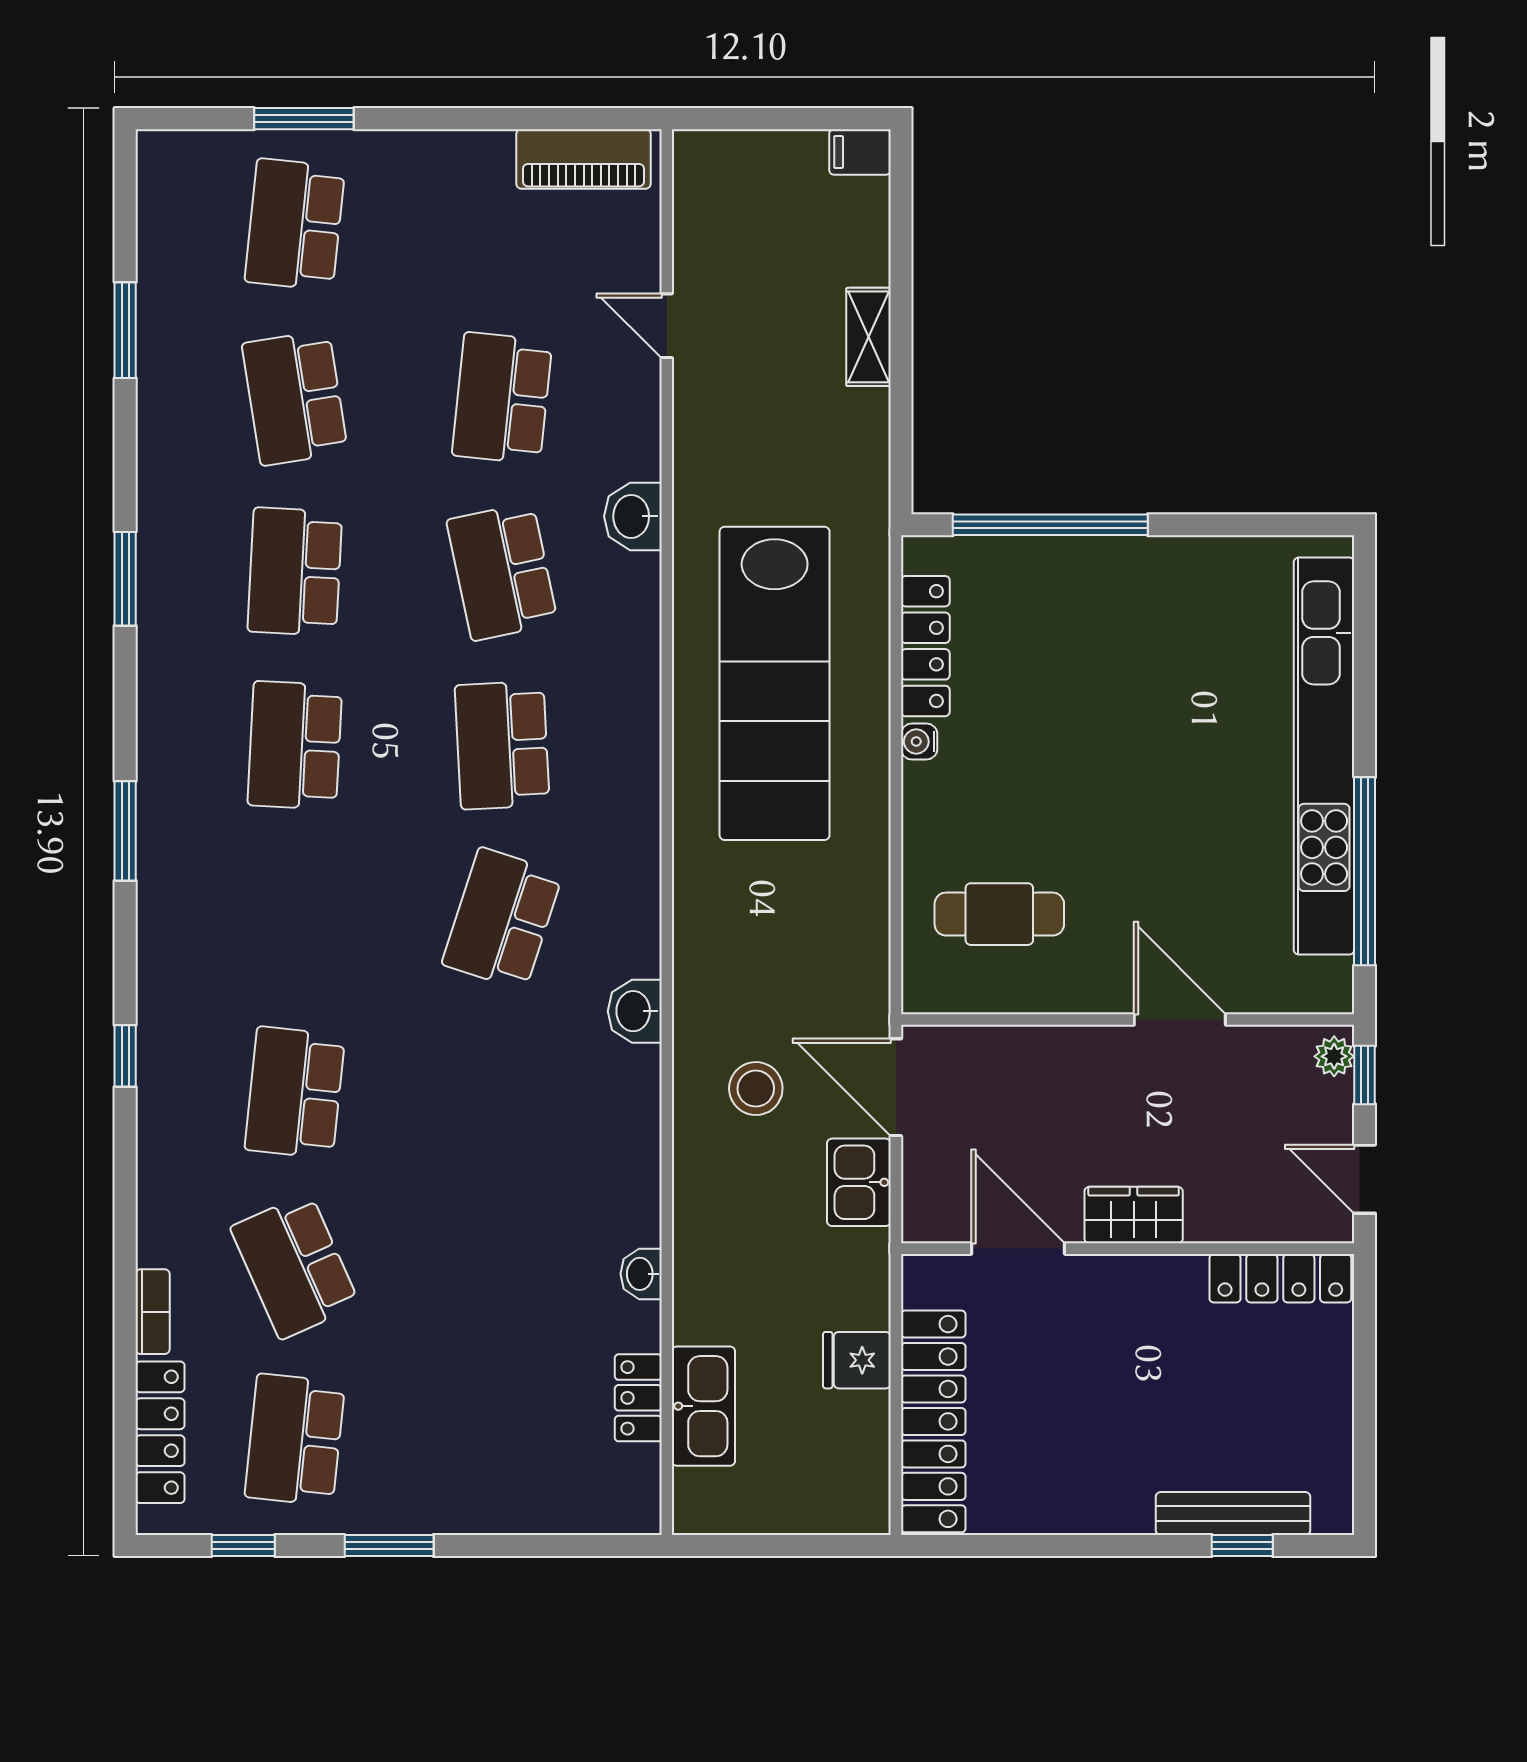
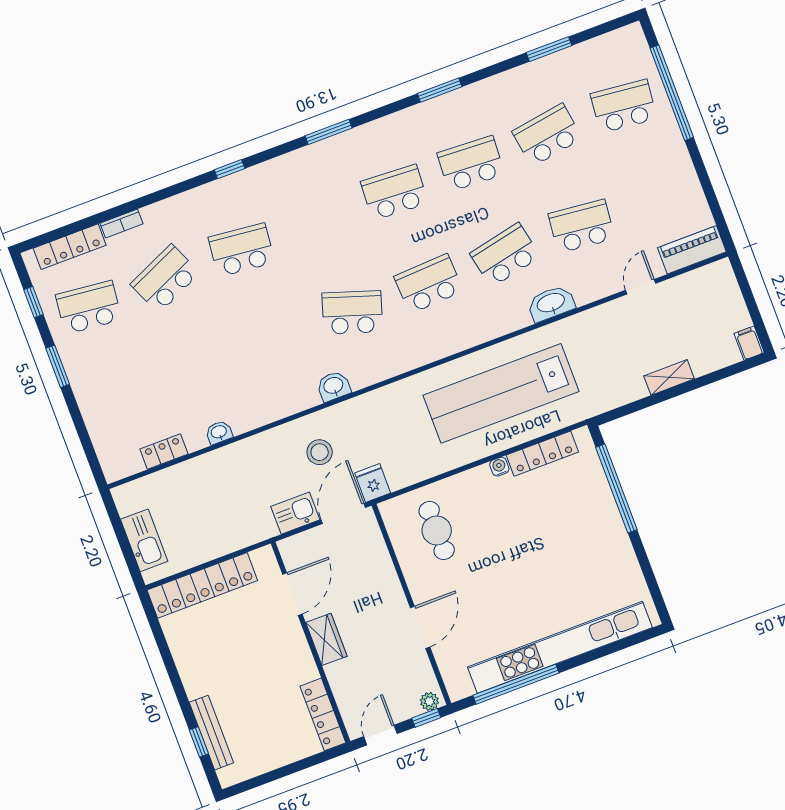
window: (304, 119) -> (672, 93), width x2.11
piano: (584, 159) -> (692, 250), moved, turned 90
washbasin: (633, 516) -> (551, 303), width x1.38
fridge: (857, 1360) -> (373, 483), moved
kitchen sink: (703, 1406) -> (144, 540), moved, turned -90

